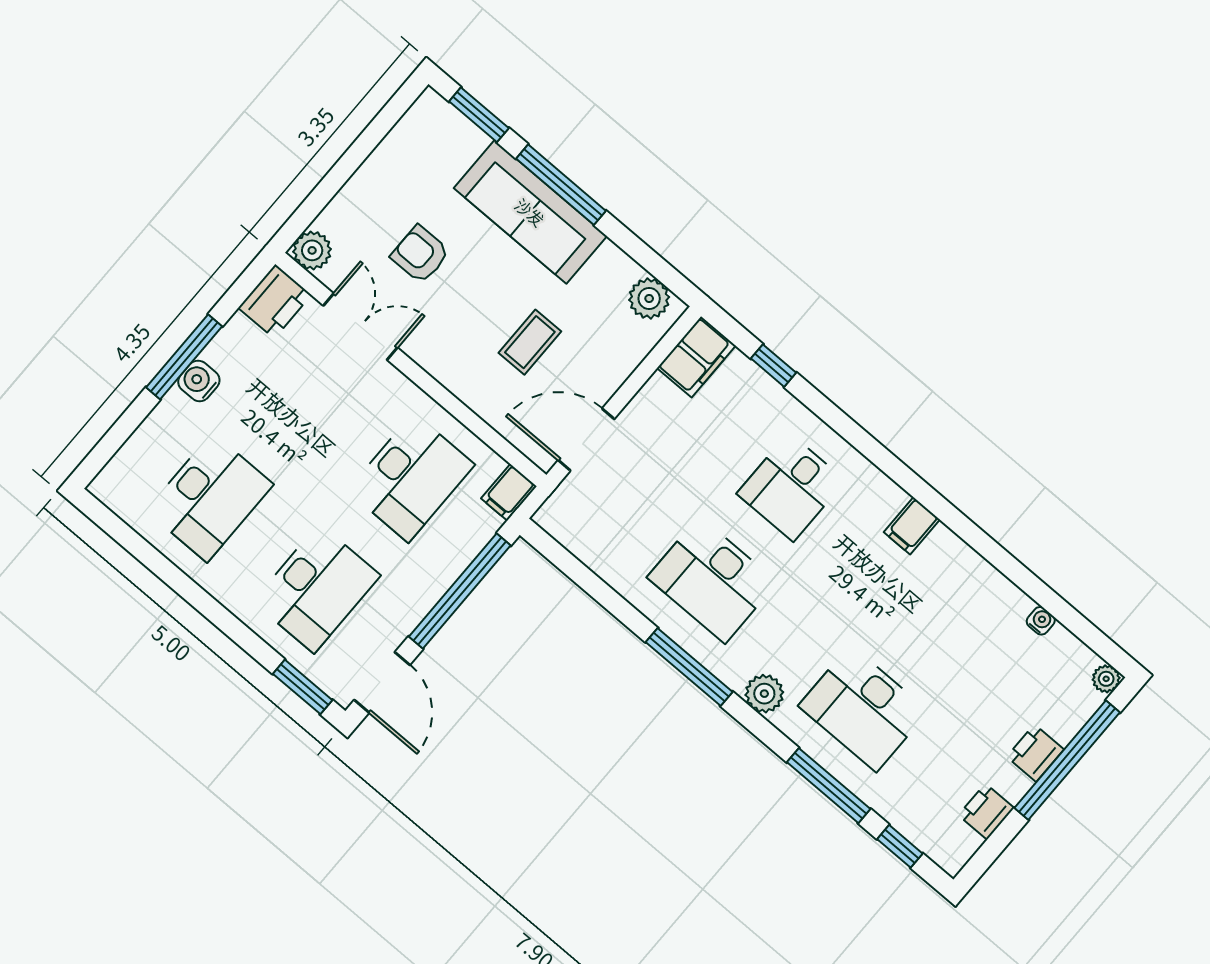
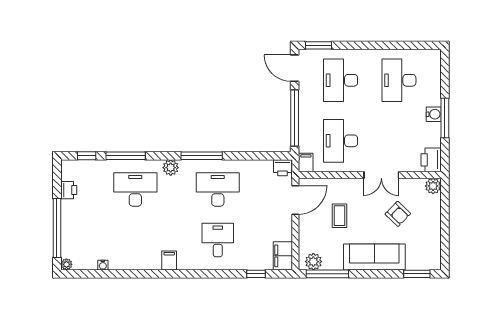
window: (561, 185) -> (327, 274), moved
armchair: (420, 254) -> (398, 214), turned 44
double door: (360, 327) -> (381, 175), moved
printer: (1035, 753) -> (283, 168), moved, turned 90

